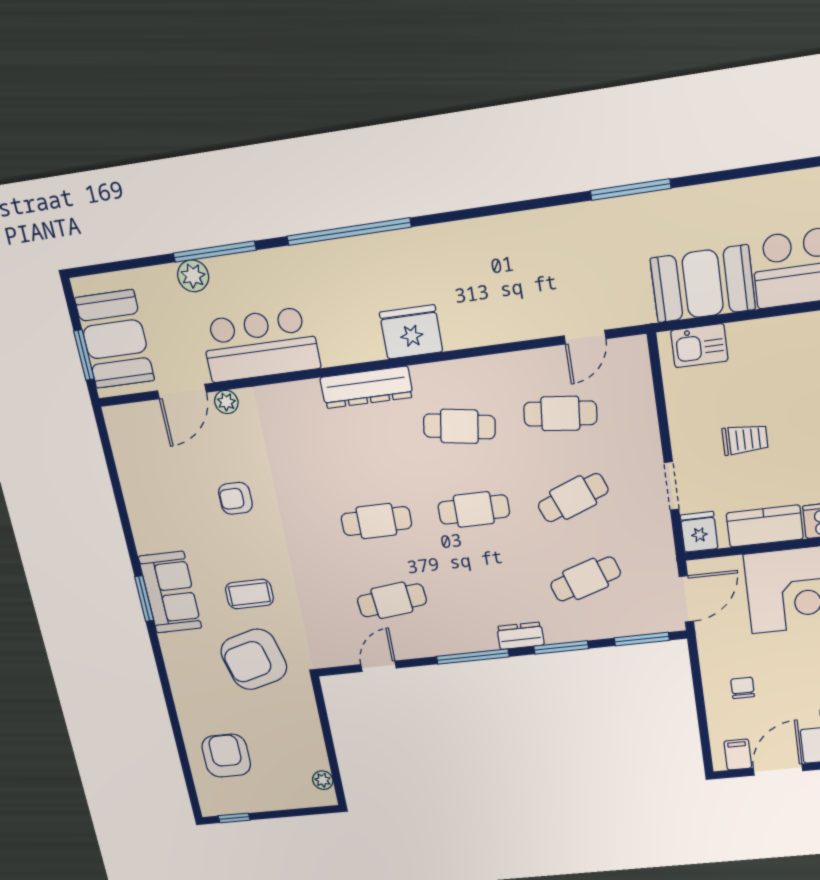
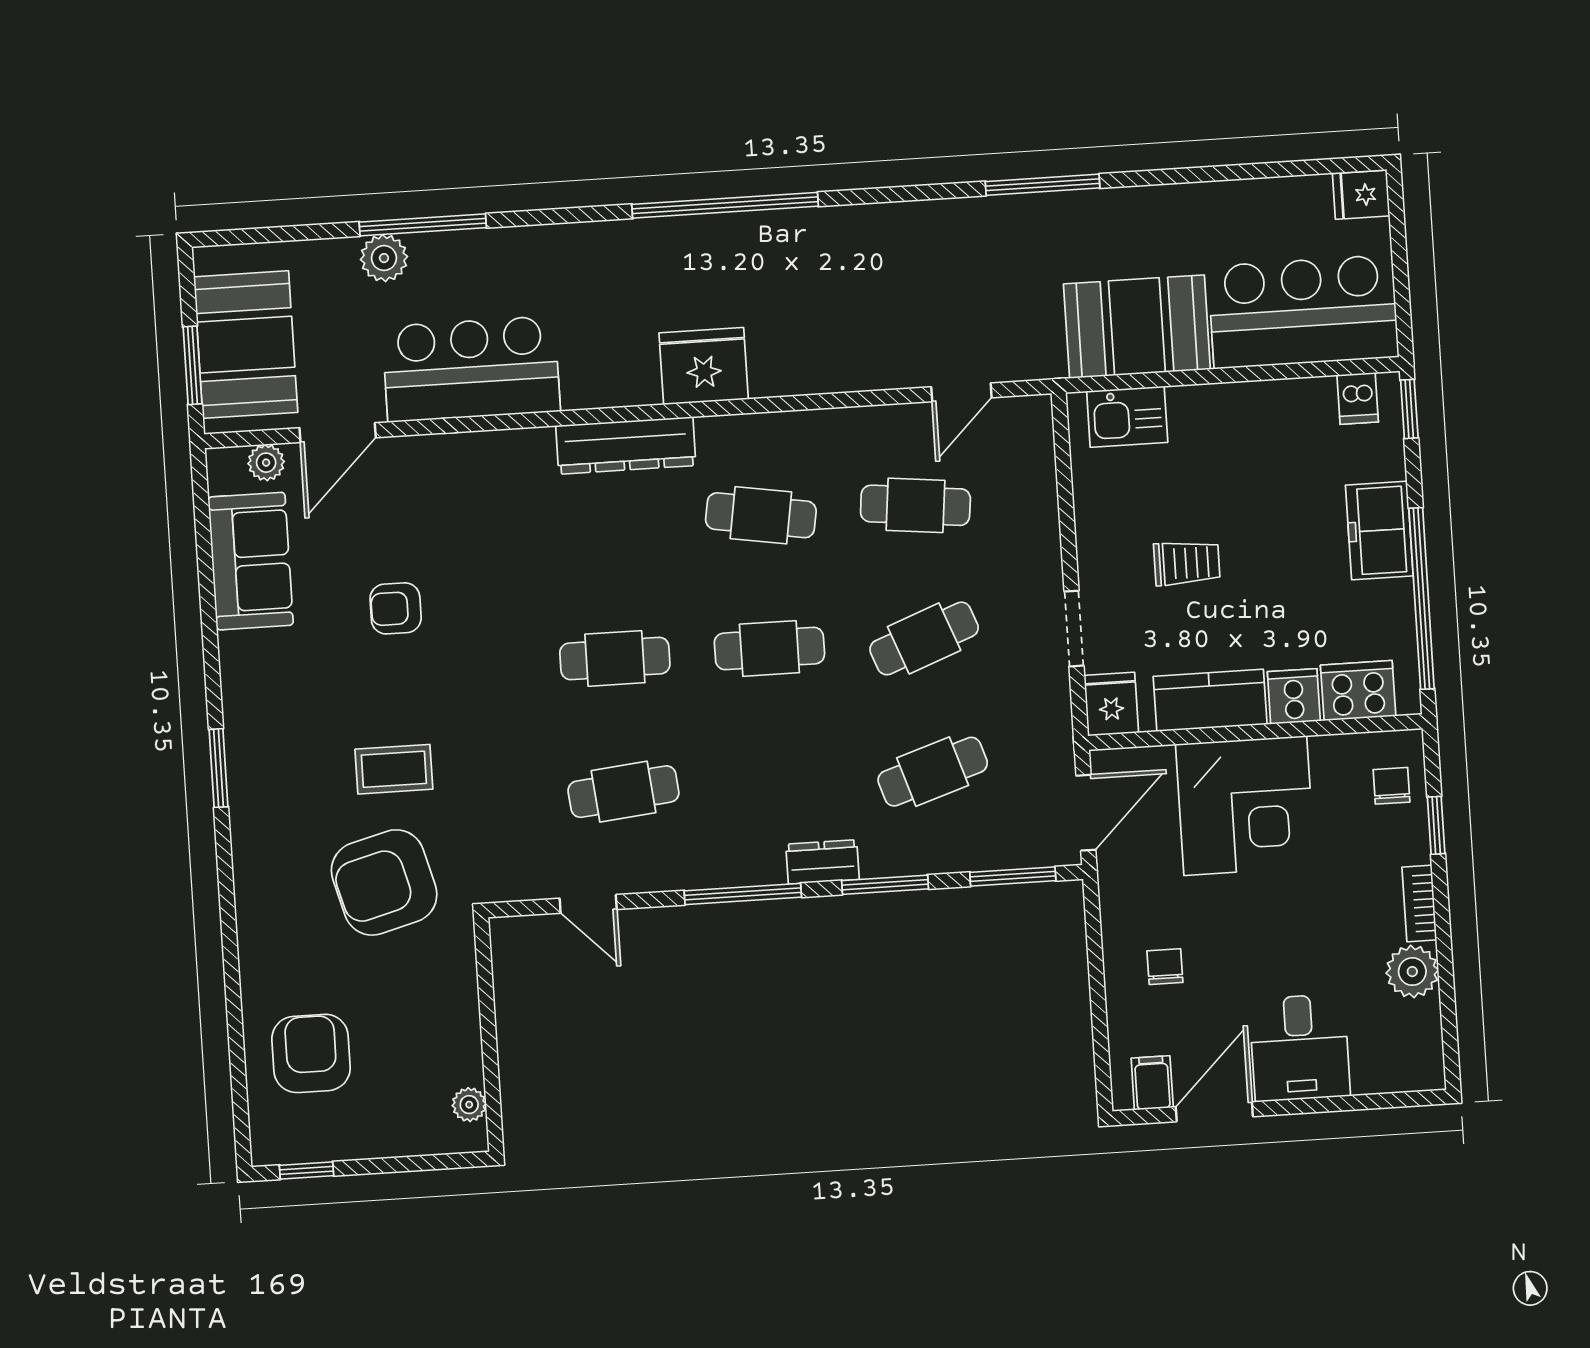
window: (349, 232) -> (725, 205), moved
plant: (226, 402) -> (266, 463), moved
sofa: (170, 592) -> (251, 561), moved
door: (378, 666) -> (588, 904), swing flipped

